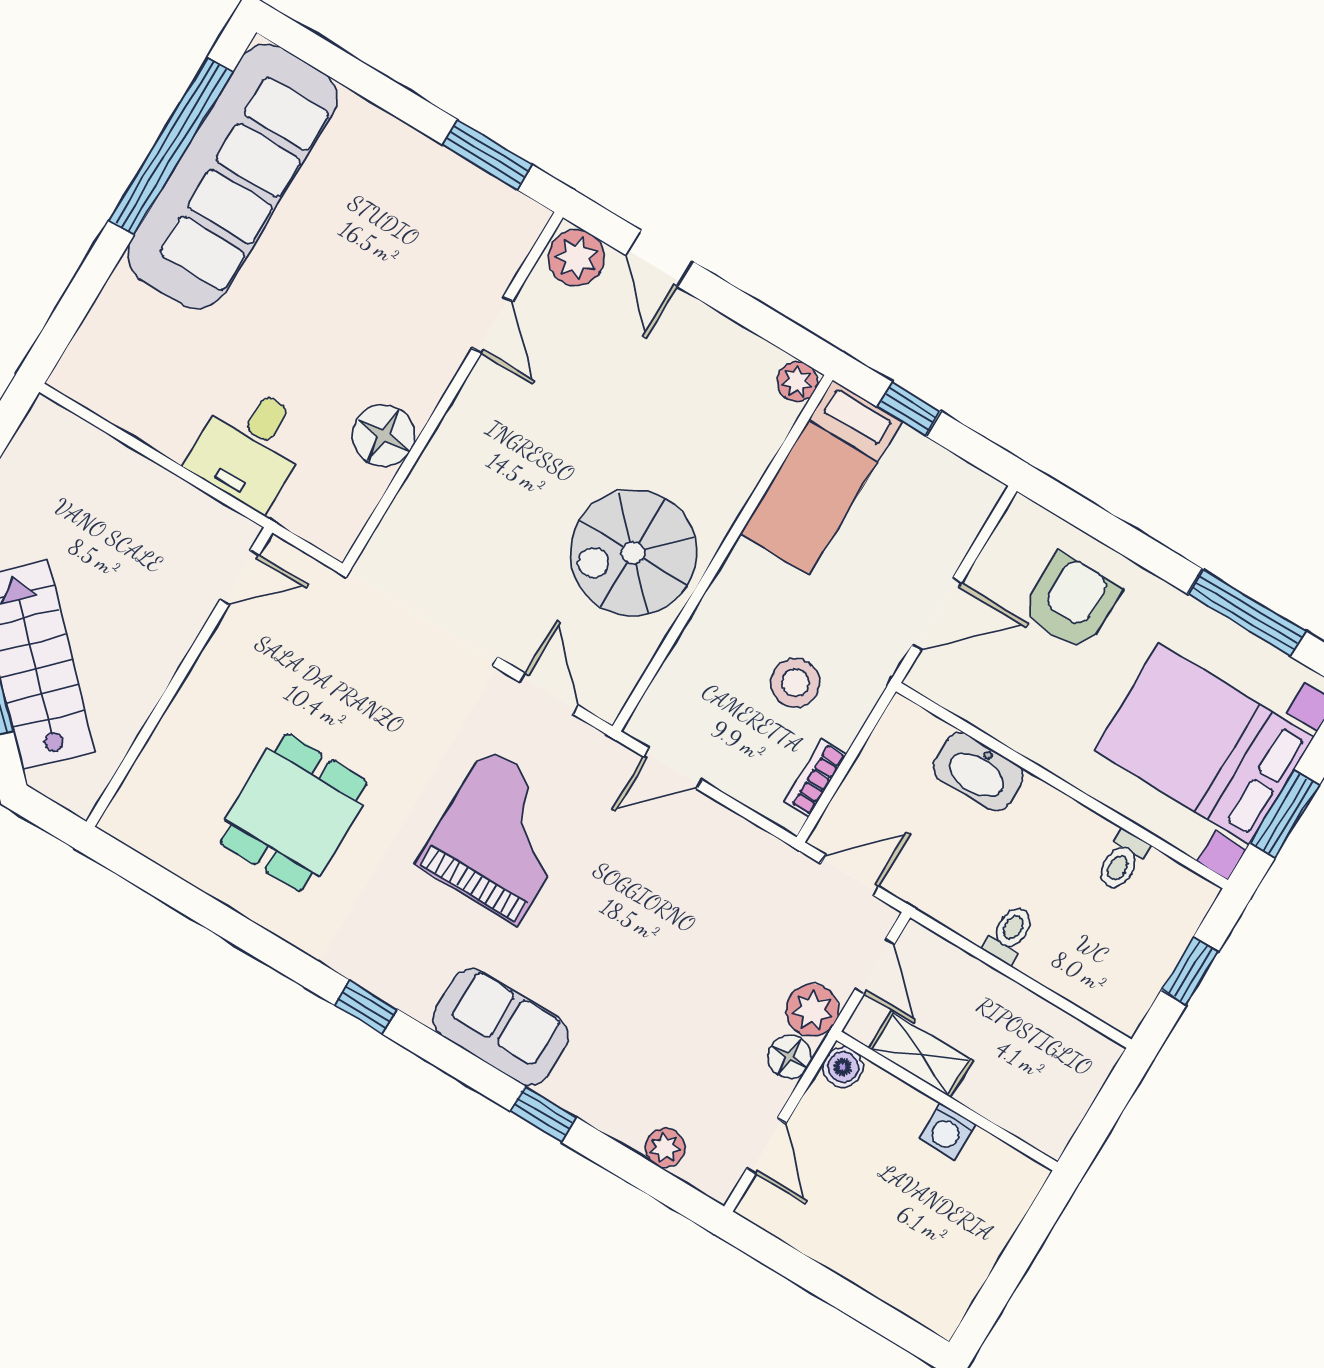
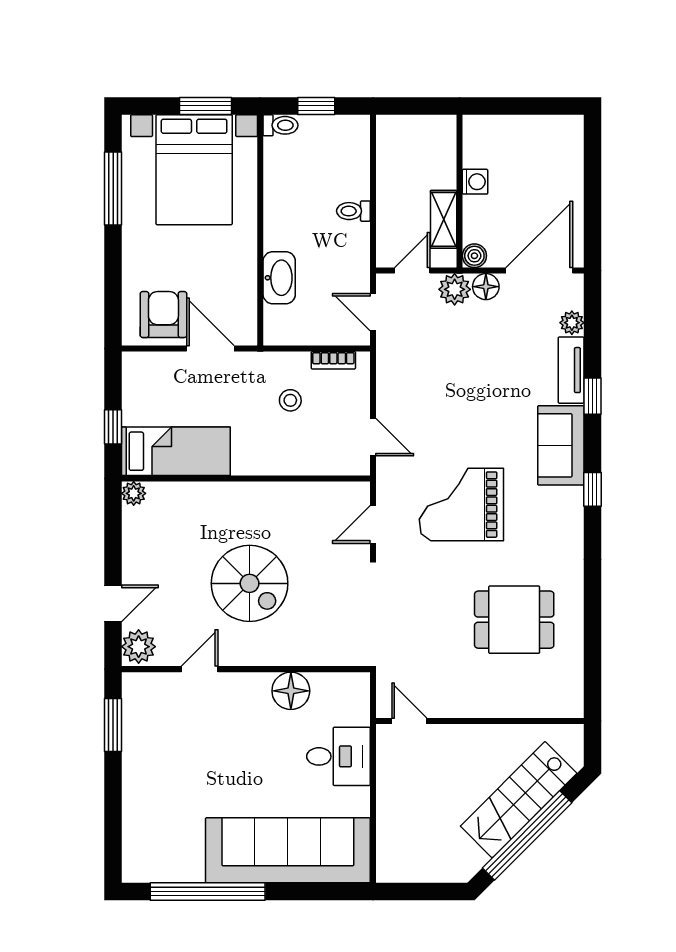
sofa: (232, 176) -> (288, 850), moved
spiral stairs: (633, 553) -> (250, 583), moved
armchair: (1071, 601) -> (163, 315), moved, turned 90
stool: (795, 683) -> (290, 400), width x0.73, depth x0.73
toilet: (1122, 861) -> (281, 125), moved
window: (366, 1007) -> (592, 489), moved
tv unit: (598, 1106) -> (571, 370), added
door: (766, 1146) -> (539, 271), width x1.87

